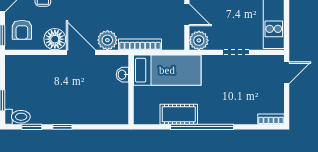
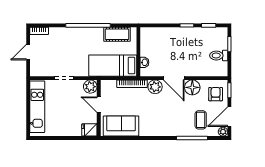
door: (287, 73) -> (28, 52), moved
cot: (179, 114) -> (117, 34), moved
toilet: (18, 117) -> (219, 56), moved

